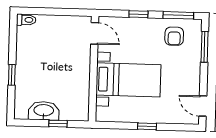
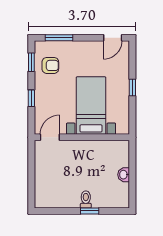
window: (178, 15) -> (31, 62), width x0.67
toilet: (26, 20) -> (86, 199), moved
washbasin: (44, 111) -> (124, 175), width x0.52, depth x0.69
window: (58, 124) -> (132, 168), removed

